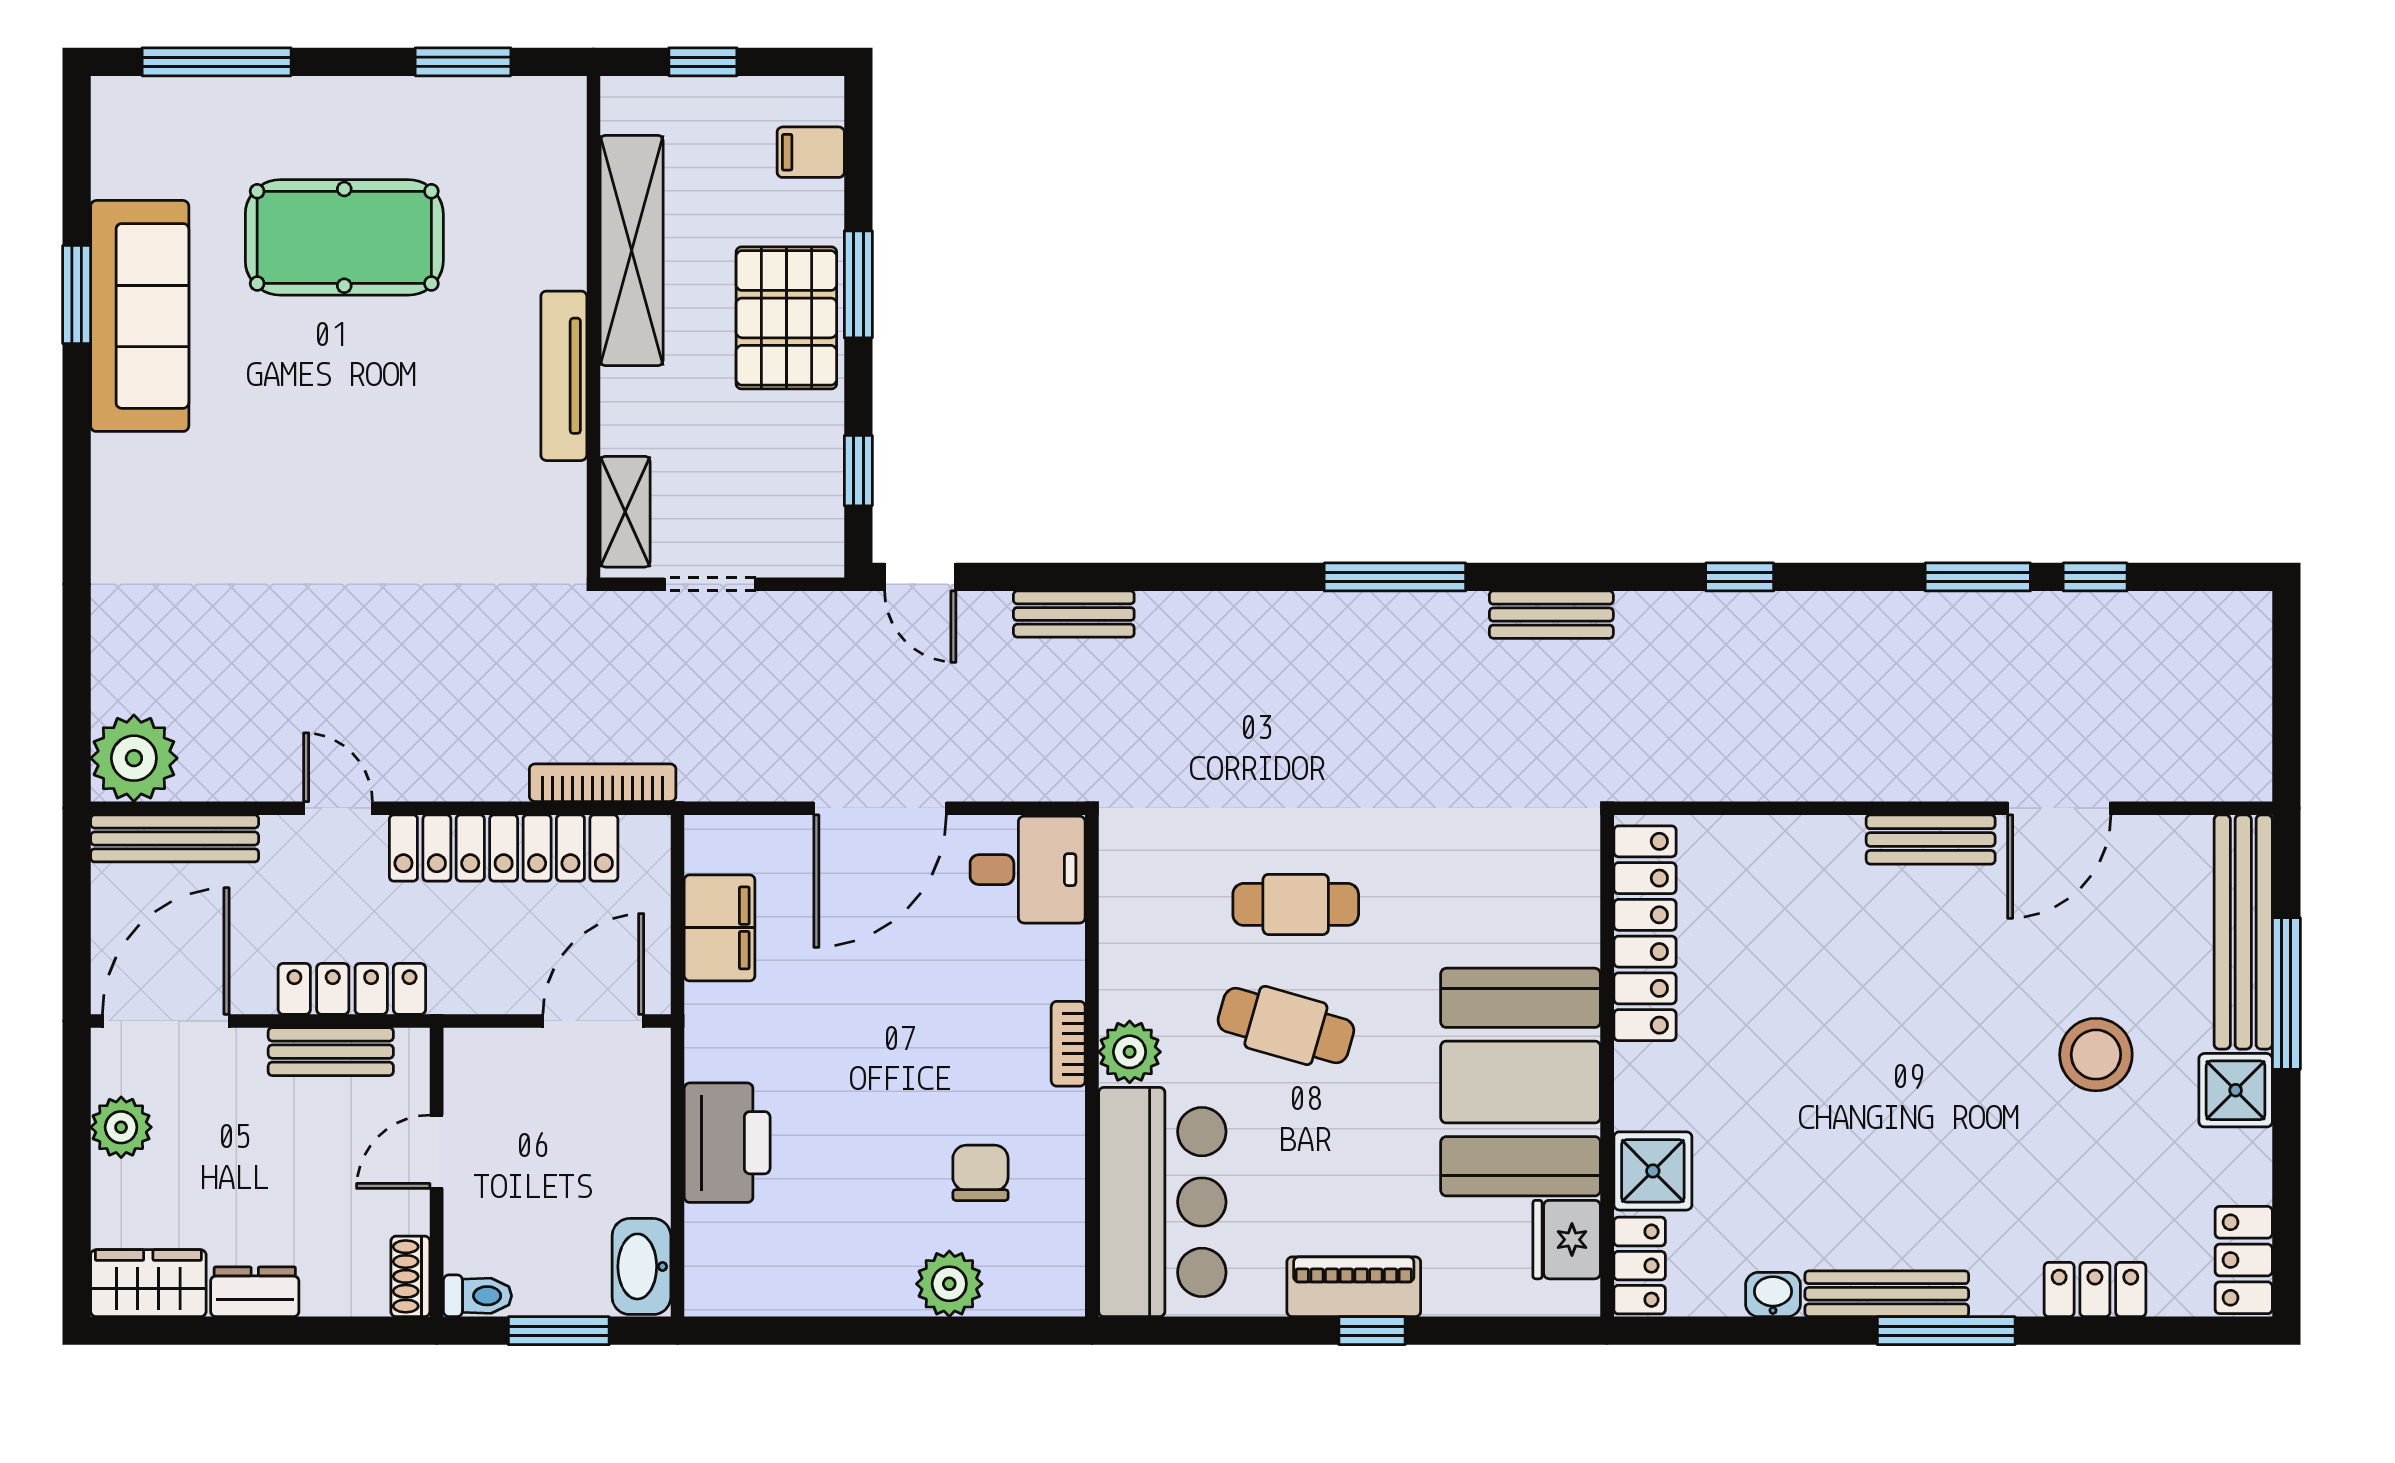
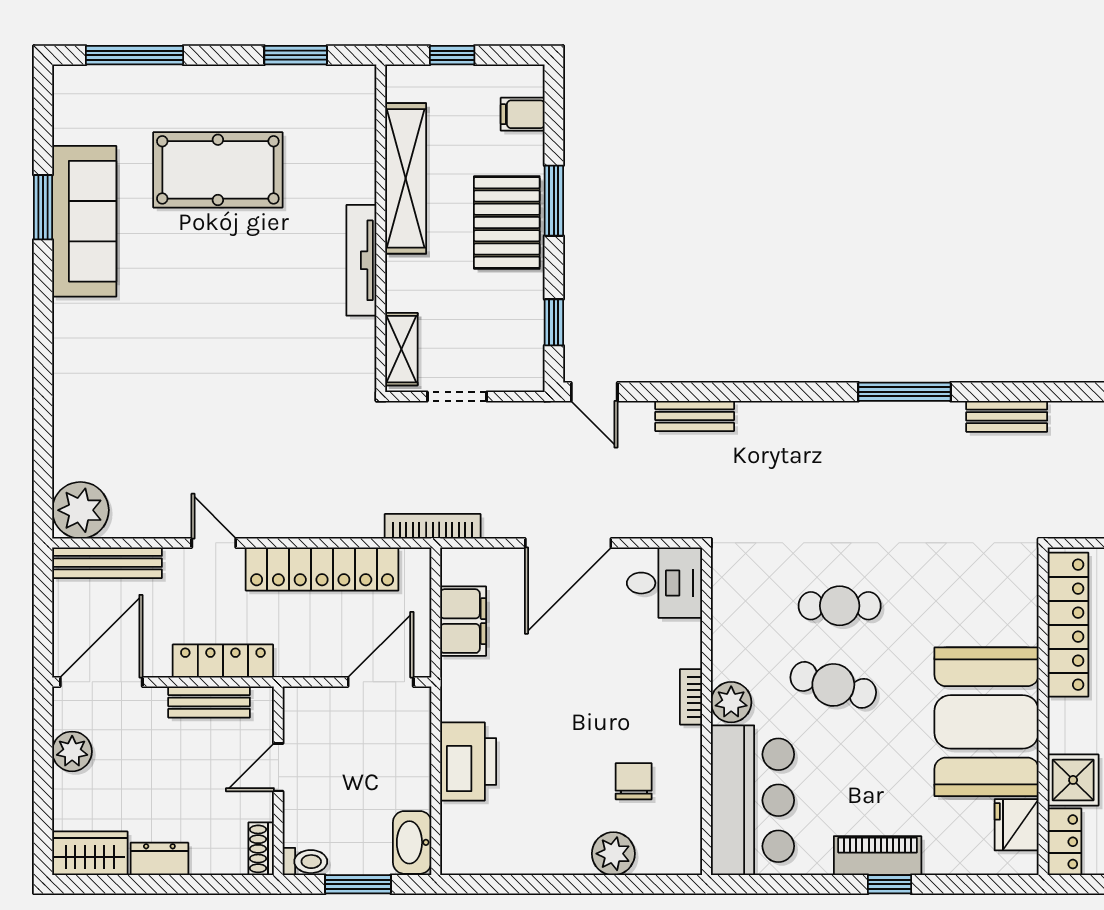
bookcase: (603, 783) -> (433, 526), moved

